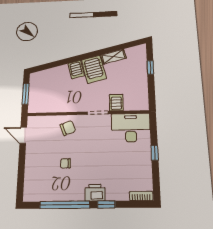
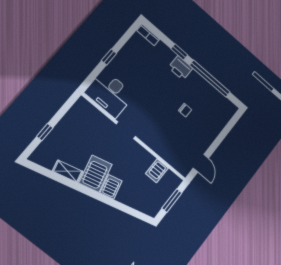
server rack: (116, 103) -> (157, 171), moved
chair: (68, 128) -> (161, 138), removed

